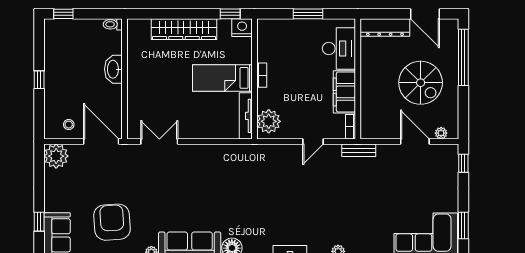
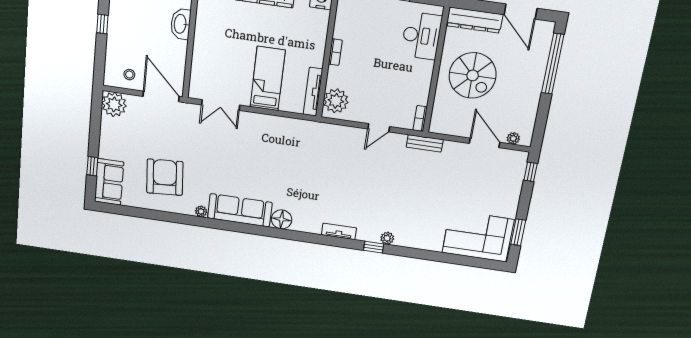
bed: (222, 78) -> (268, 79), moved, turned 90
spiral stairs: (421, 83) -> (473, 75), moved
filing cabinet: (344, 92) -> (420, 82), removed
double door: (159, 141) -> (221, 105), swing flipped

